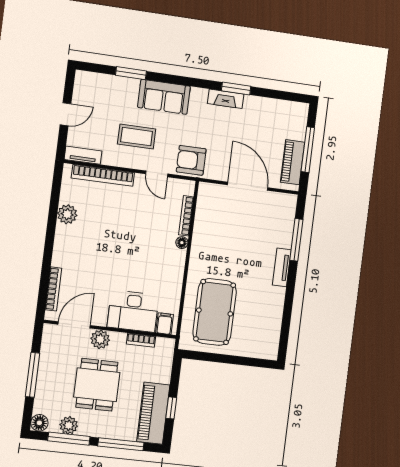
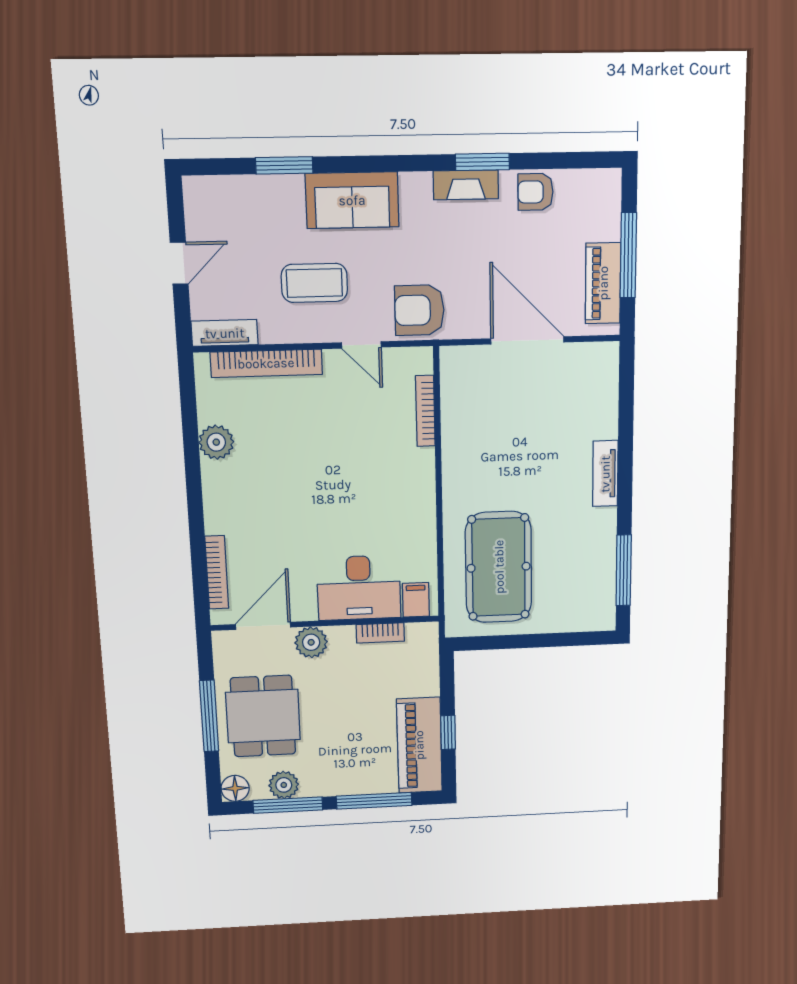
armchair: (262, 108) -> (535, 192), added
window: (296, 240) -> (624, 570), moved
floor lamp: (182, 243) -> (425, 459), removed
dining table: (97, 385) -> (263, 716), moved

